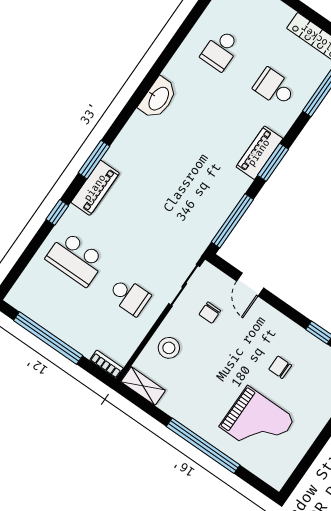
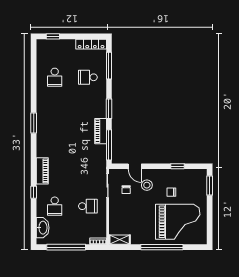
washbasin: (158, 98) -> (43, 228), moved
piano: (259, 153) -> (101, 131), moved
window: (94, 160) -> (34, 123), moved
school desk: (76, 259) -> (55, 206), width x0.54
stool: (169, 348) -> (147, 185), moved
grand piano: (257, 423) -> (178, 222), width x1.37, depth x1.48

